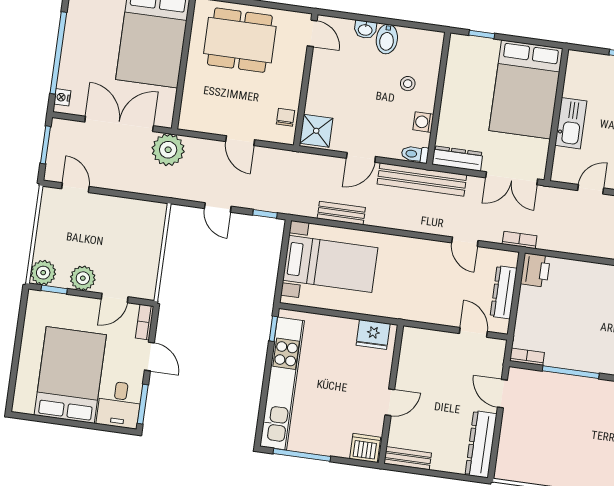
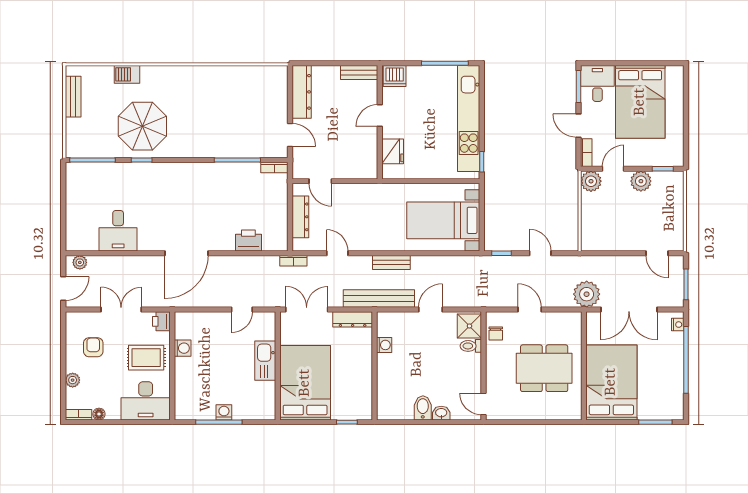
dining table: (240, 40) -> (544, 368), moved
stool: (408, 84) -> (401, 374), removed
toilet: (415, 154) -> (471, 346), moved, turned 180
bench: (341, 213) -> (391, 263), moved
printer: (535, 270) -> (248, 241), moved, turned 90
plant: (43, 273) -> (591, 181), moved
fridge: (373, 334) -> (393, 151), moved, turned 90

